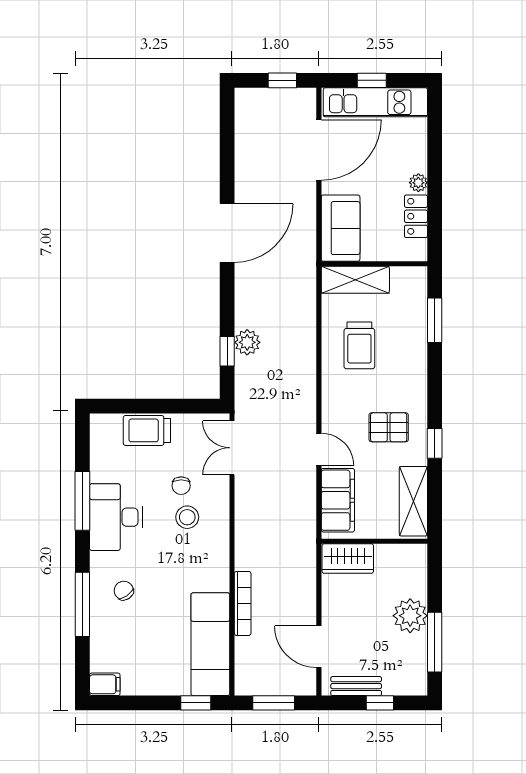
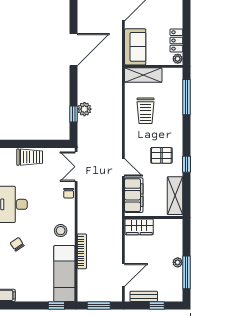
plant: (418, 183) -> (178, 59), moved
window: (435, 320) -> (187, 97), width x1.44
trolley: (147, 430) -> (30, 157), turned 180
chair: (181, 486) -> (69, 193), moved
stool: (187, 517) -> (61, 231), moved
plant: (410, 616) -> (178, 262), width x0.53, depth x0.53
door: (319, 647) -> (123, 275), swing flipped

